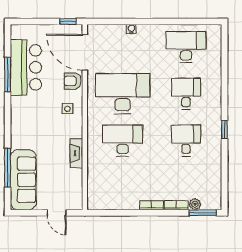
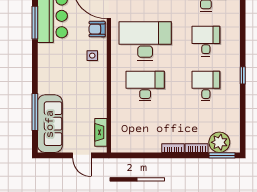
fireplace: (76, 153) -> (101, 132), moved
plant: (195, 204) -> (219, 142), width x1.87, depth x1.87

